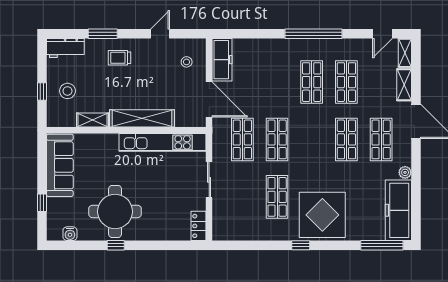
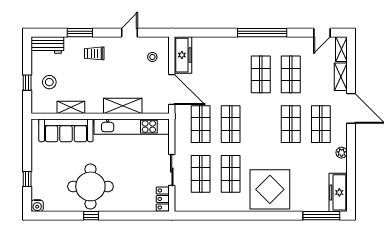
shelving: (142, 118) -> (123, 106), width x0.68
sofa: (60, 165) -> (66, 130), moved, turned 90
sliding door: (209, 180) -> (172, 170), moved
shop shelf: (242, 197) -> (201, 174), added
freezer: (398, 210) -> (338, 192), width x0.73, depth x0.79
water cooler: (70, 234) -> (37, 206), moved
window: (301, 245) -> (251, 216), removed

